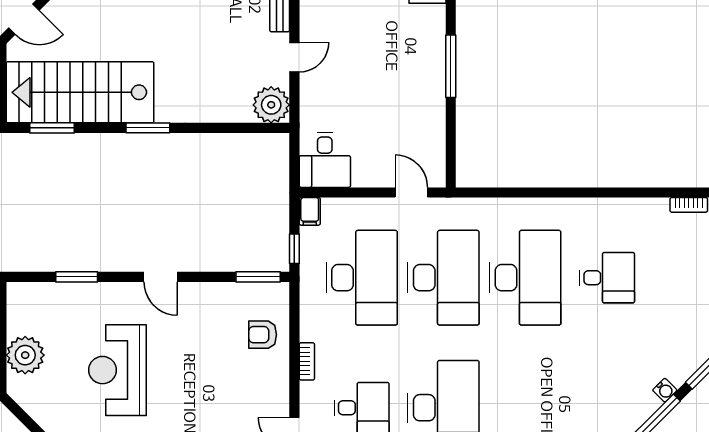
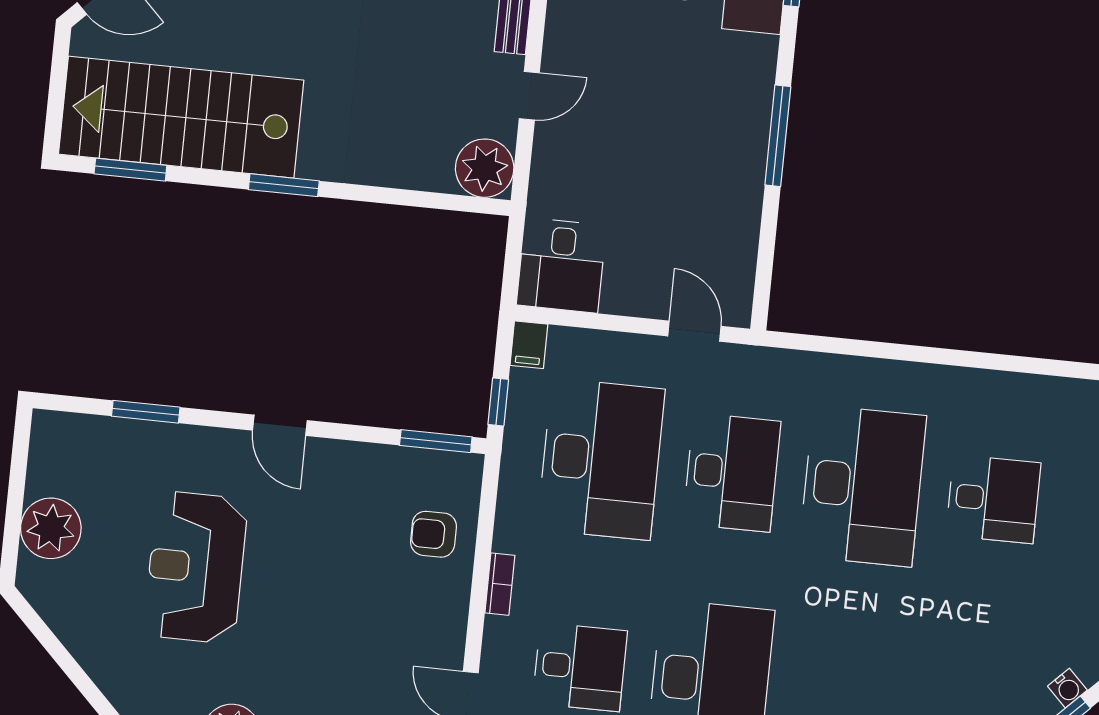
desk: (443, 278) -> (732, 472), width x0.73, depth x0.77

